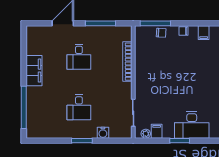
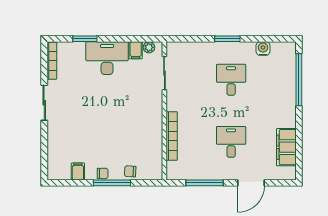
window: (155, 23) -> (112, 183), moved
filing cabinet: (34, 71) -> (286, 147), moved
desk: (192, 125) -> (107, 58), moved
water cooler: (103, 133) -> (263, 49), moved
window: (180, 141) -> (85, 39), moved

